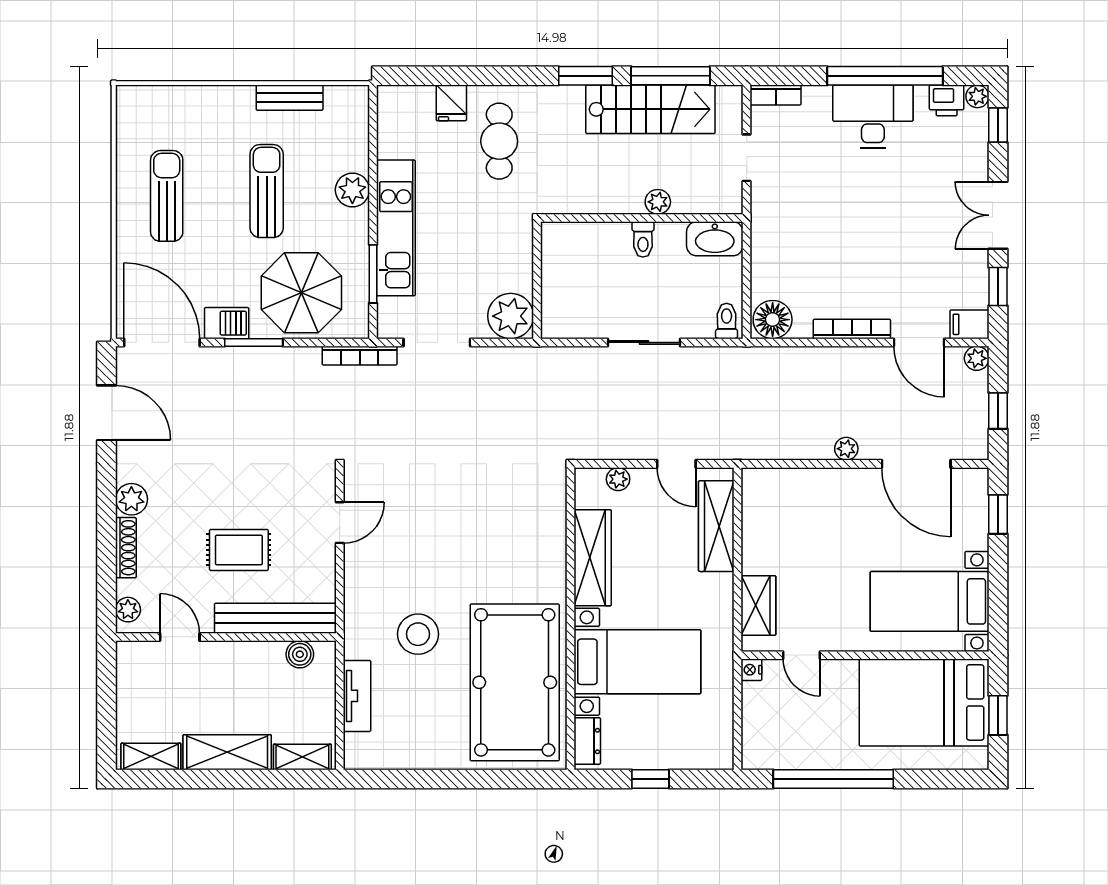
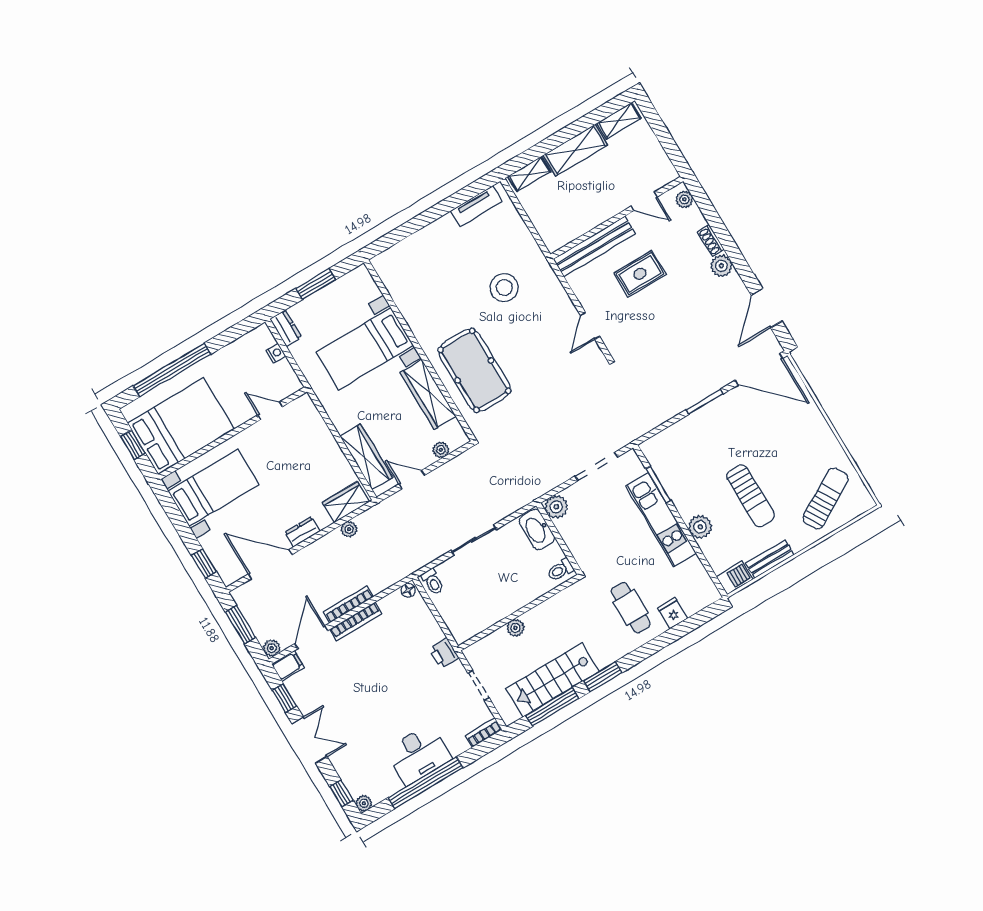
printer: (947, 100) -> (444, 653), moved, turned -90
sun lounger: (167, 196) -> (826, 499), moved, turned -120
toilet: (643, 239) -> (560, 570), moved, turned -90
washbasin: (715, 239) -> (537, 530), moved, turned -90
parasol: (301, 293) -> (694, 448), removed
plant: (511, 316) -> (556, 507), width x0.73, depth x0.73
floor lamp: (773, 320) -> (408, 590), width x0.53, depth x0.53
barbecue: (227, 323) -> (735, 578), moved, turned 180
door: (919, 342) -> (311, 637), hinge flipped
bookcase: (360, 356) -> (348, 604), moved
window: (998, 411) -> (240, 625), width x1.50
door: (107, 413) -> (767, 308), hinge flipped
plant: (846, 449) -> (349, 529), moved
dresser: (852, 480) -> (302, 532), added
shoe rack: (126, 548) -> (711, 241), width x0.70
wardrobe: (758, 605) -> (346, 502), moved, turned 90
boiler: (300, 654) -> (567, 234), removed
nightstand: (751, 670) -> (276, 353), moved
pool table: (515, 682) -> (474, 370), moved, width x0.73, depth x0.76
tv unit: (357, 696) -> (476, 206), moved, turned -90
dresser: (587, 741) -> (286, 328), moved, turned 180
window: (650, 779) -> (316, 284), width x1.50
window: (833, 779) -> (172, 370), moved

